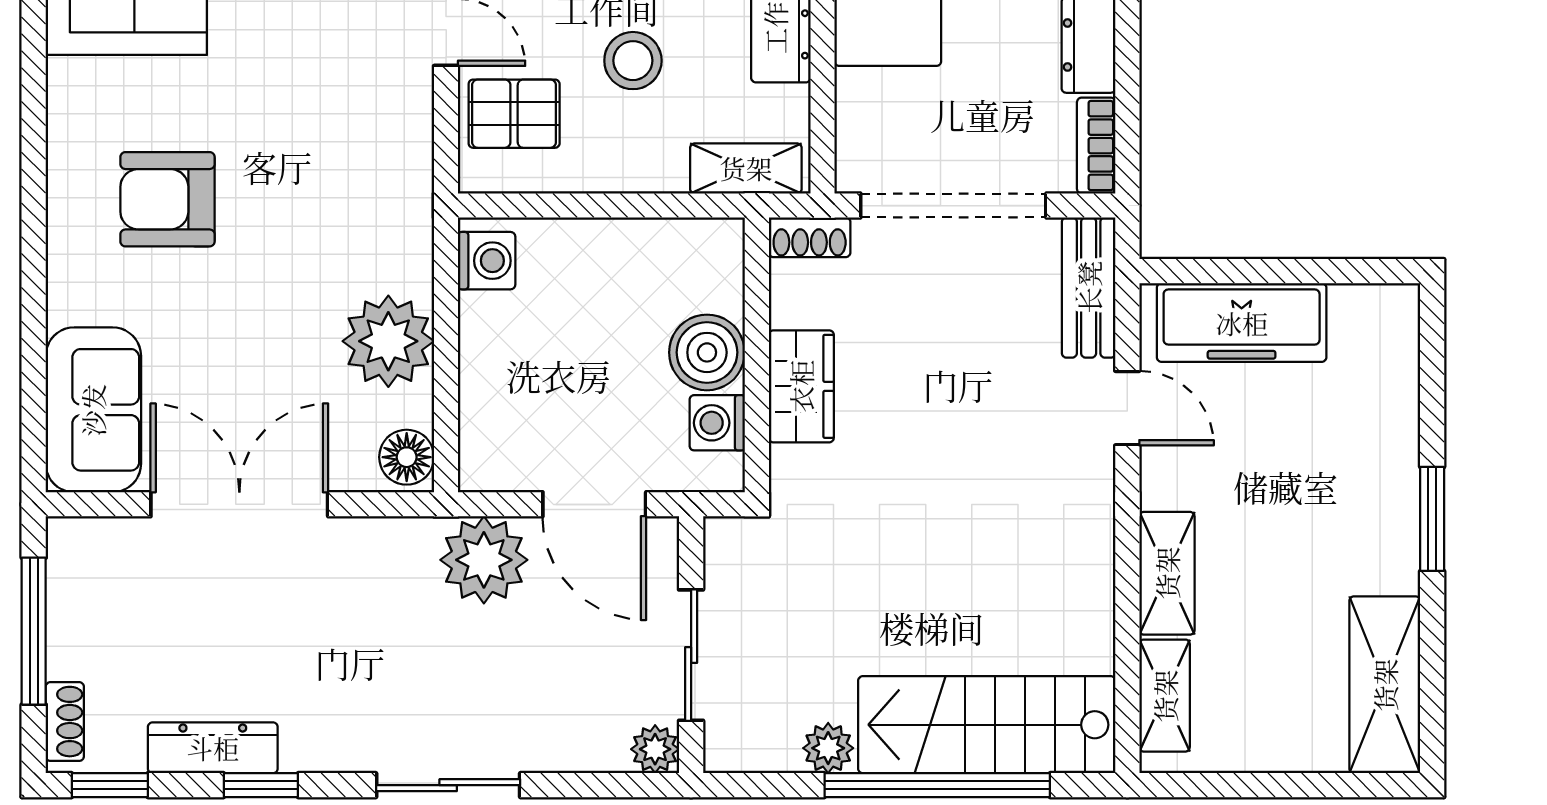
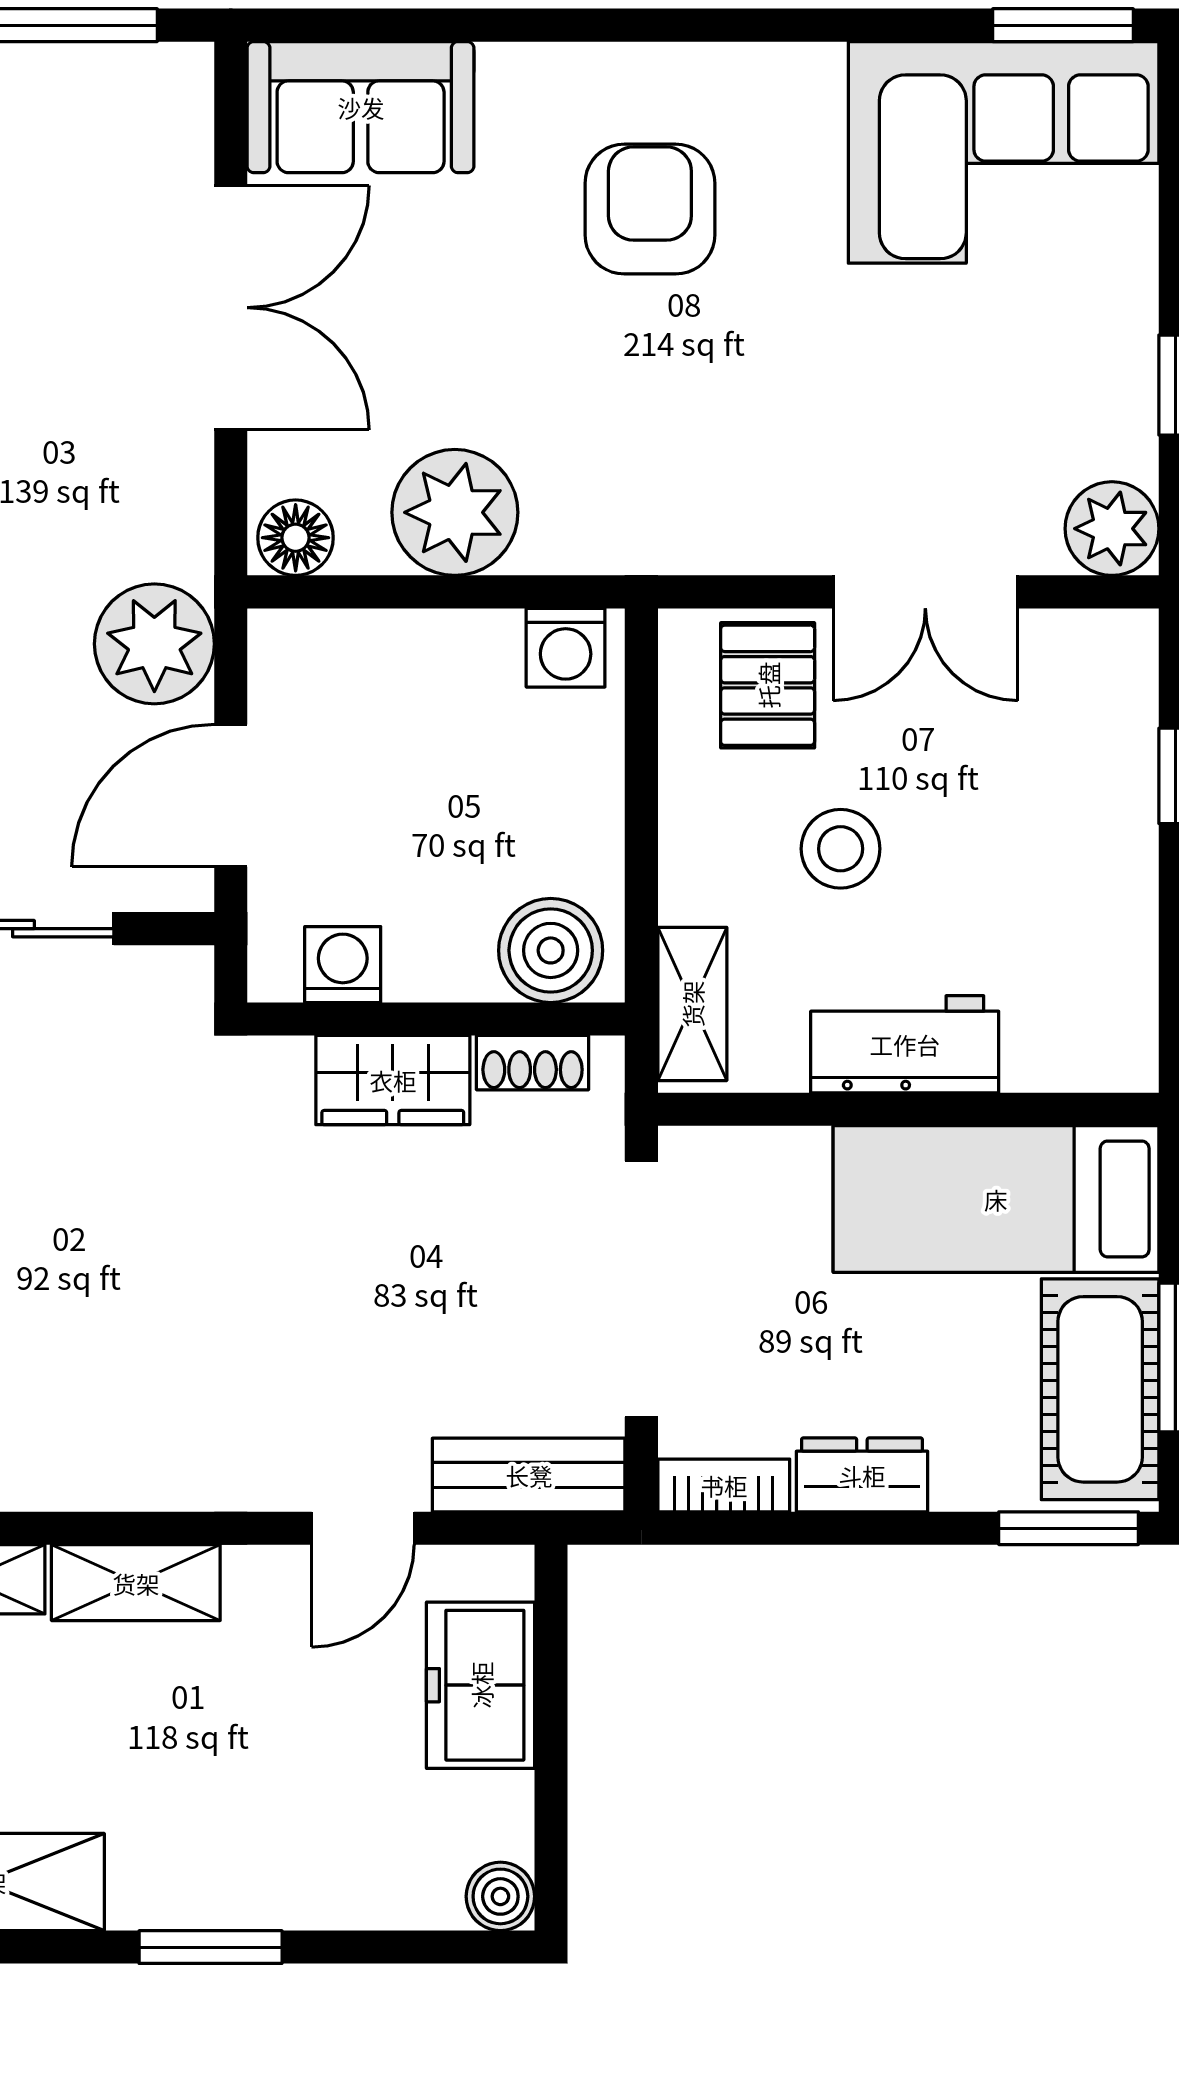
shoe rack: (810, 237) -> (533, 1063), moved, turned -90
boiler: (1395, 308) -> (500, 1896), added
freezer: (1242, 323) -> (481, 1685), width x0.71
boiler: (707, 352) -> (551, 950), moved

